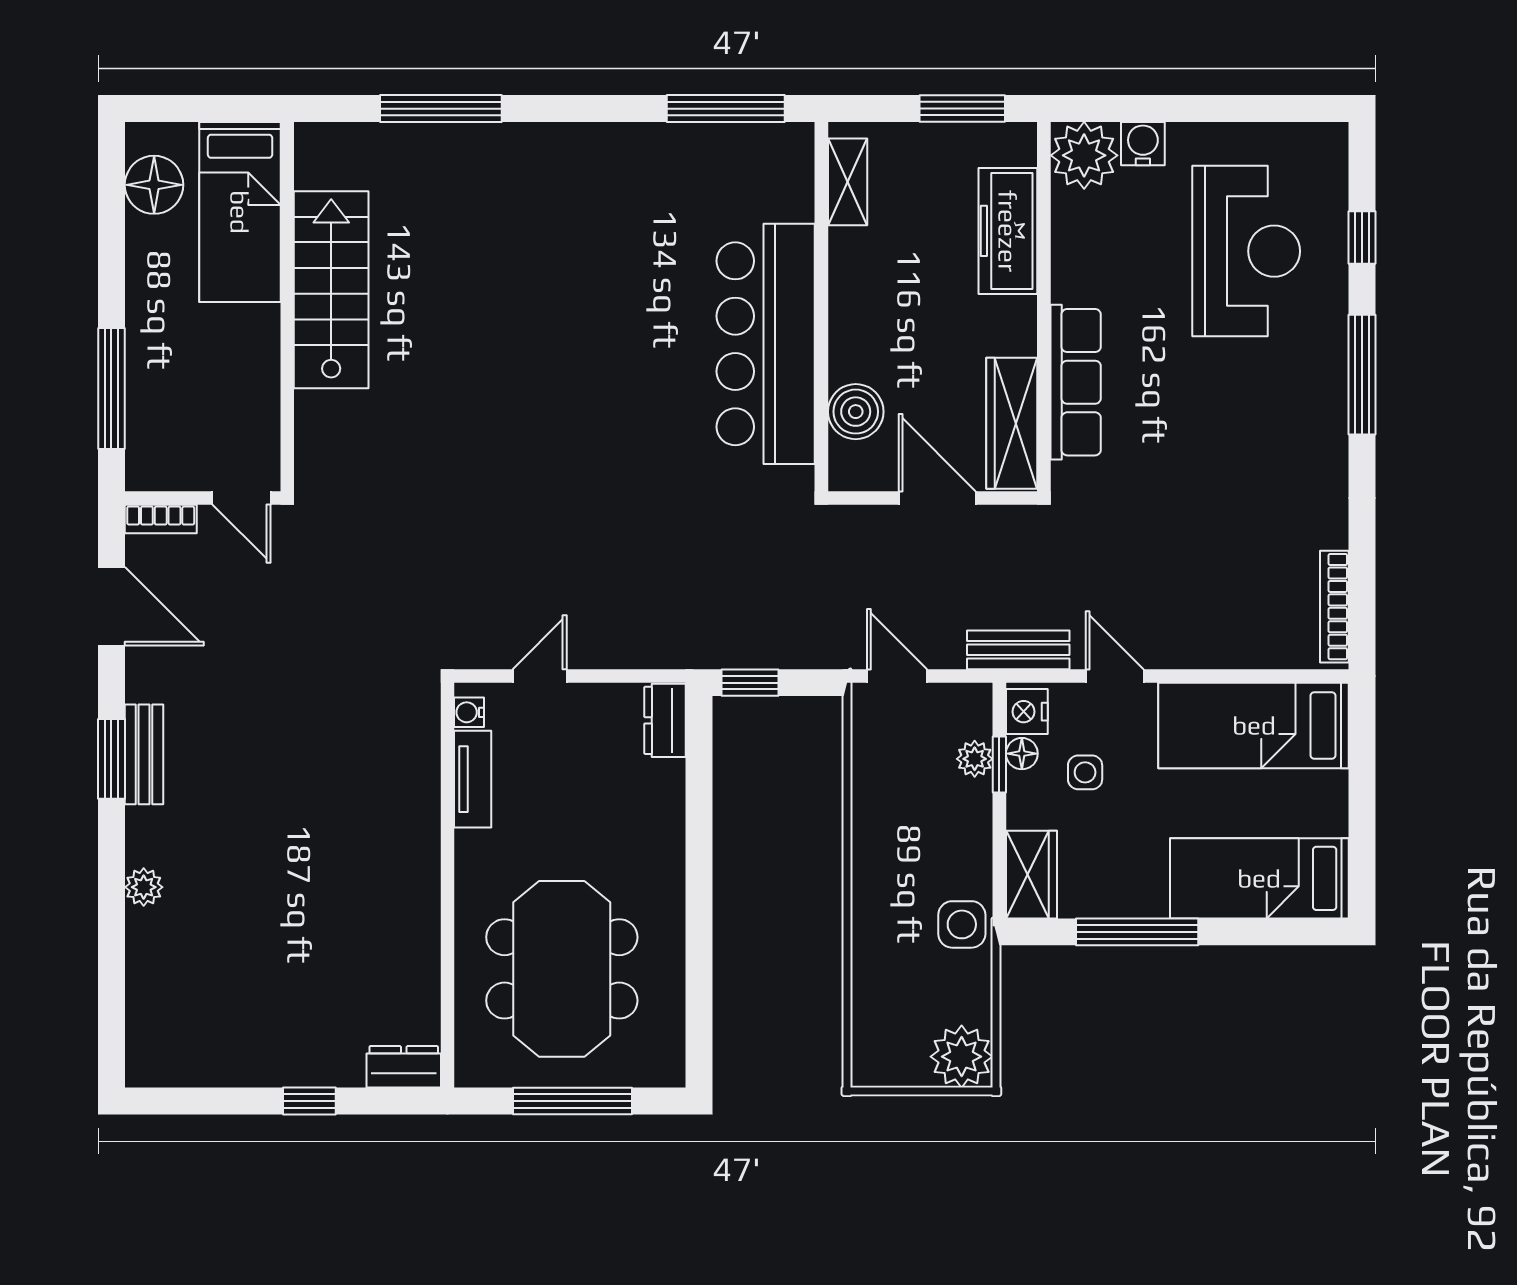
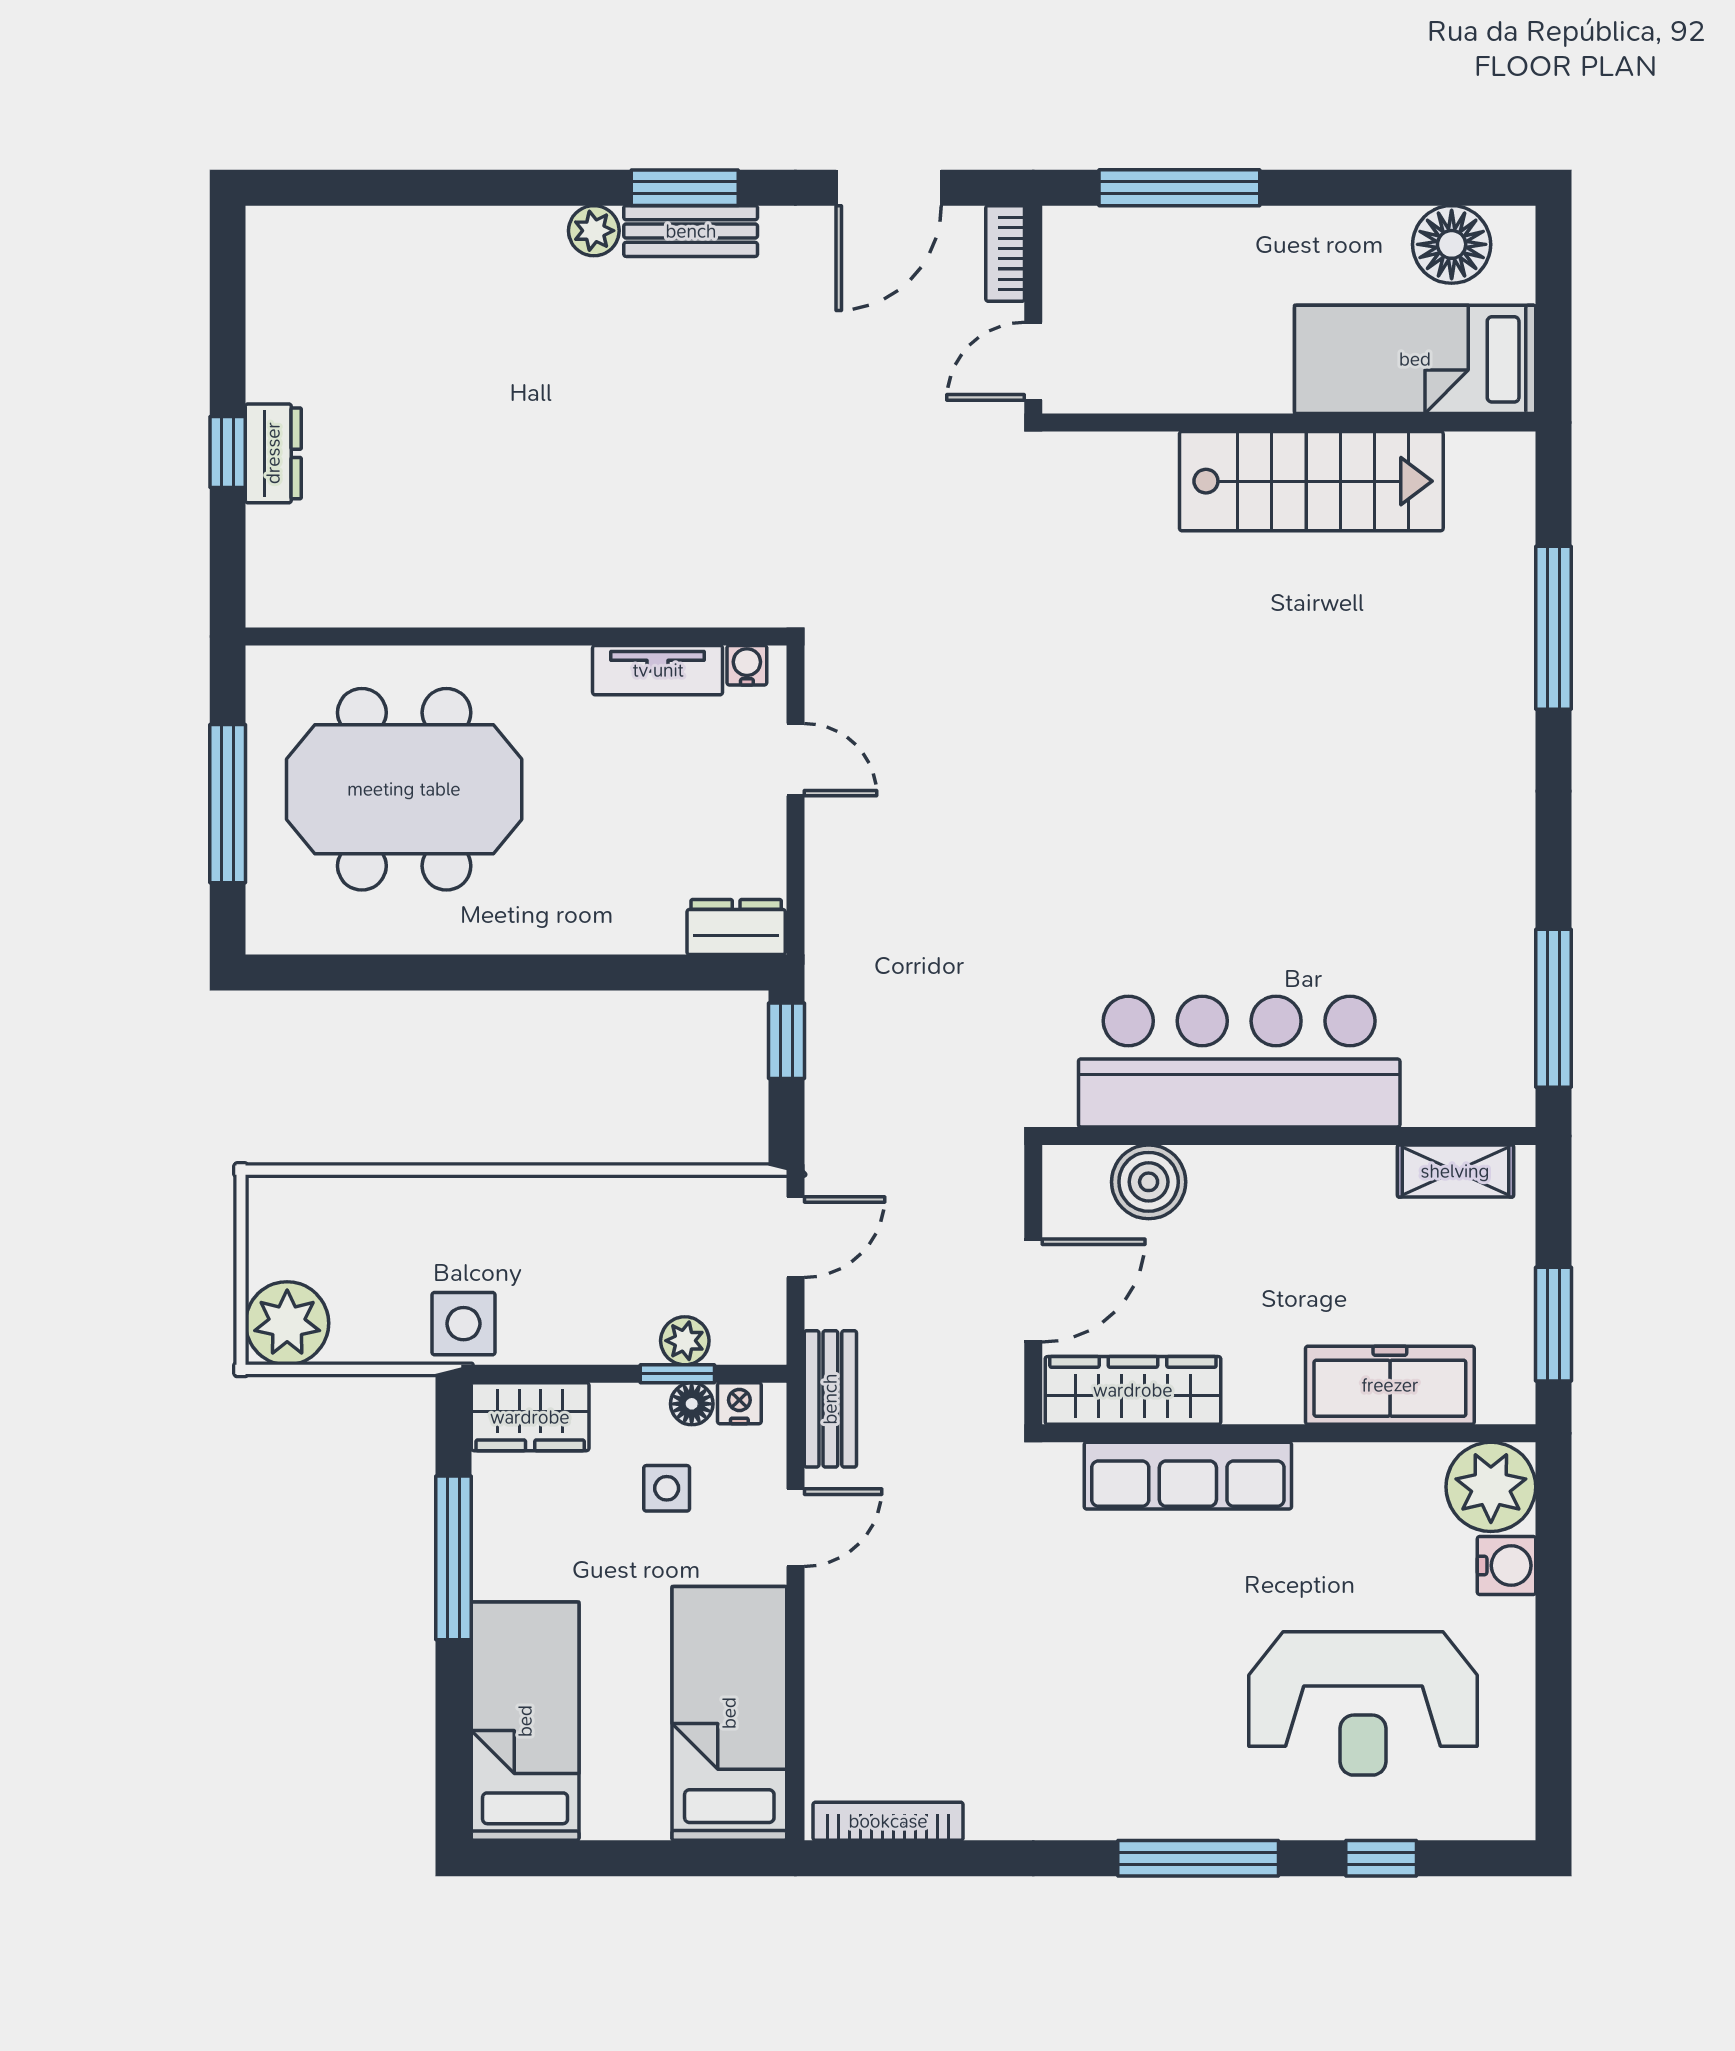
nightstand: (1027, 712) -> (739, 1403), width x0.72, depth x0.74
plant: (144, 887) -> (594, 231), moved
dresser: (404, 1067) -> (273, 453), moved

